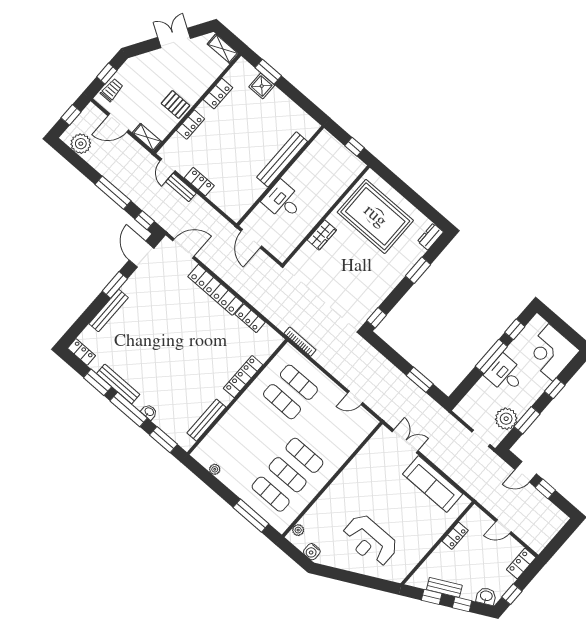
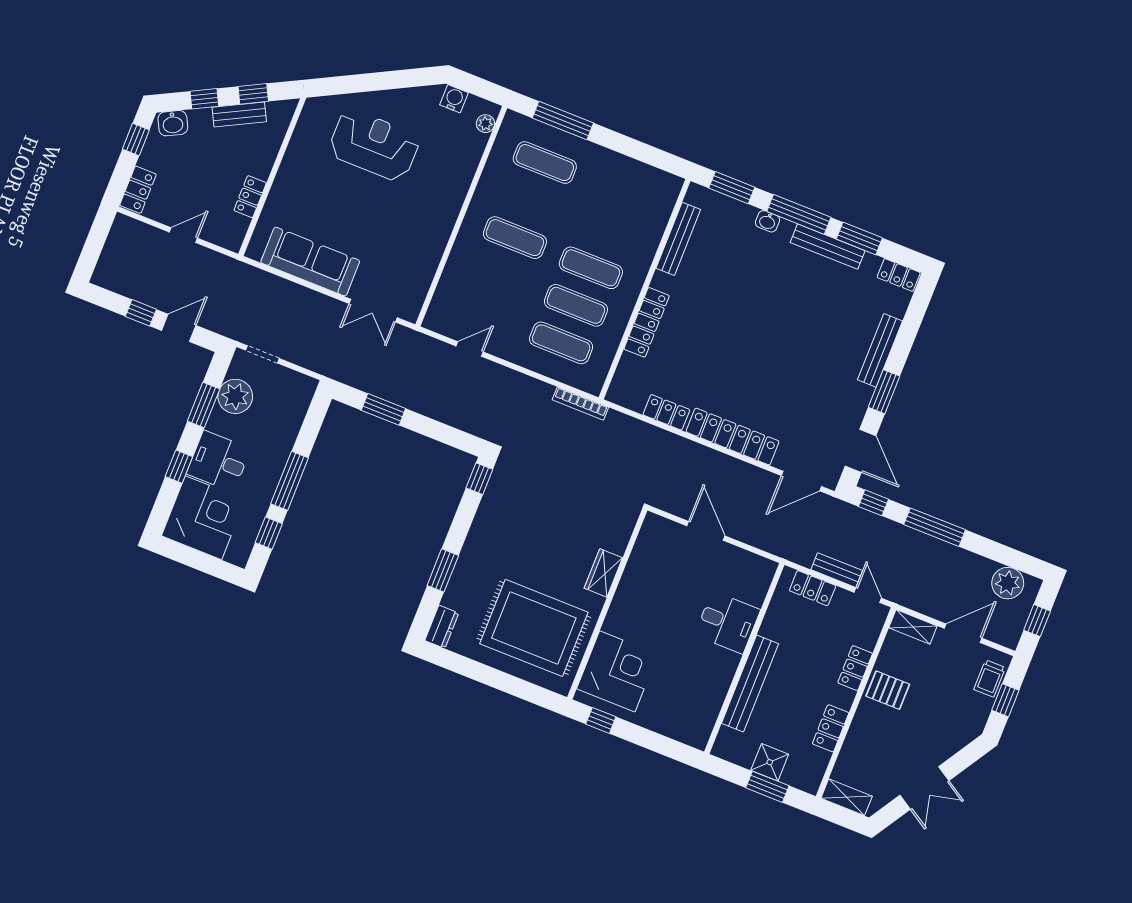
bench: (282, 159) -> (750, 683), moved
corner desk: (334, 173) -> (617, 671), added
wall: (280, 176) -> (744, 658), moved
desk: (283, 201) -> (727, 622), moved
desk: (505, 374) -> (219, 461), moved, turned 180
plant: (215, 469) -> (641, 170), removed
exercise mat: (288, 475) -> (591, 268), moved

